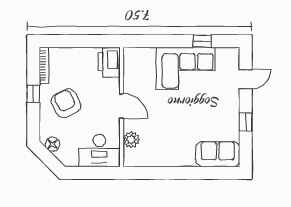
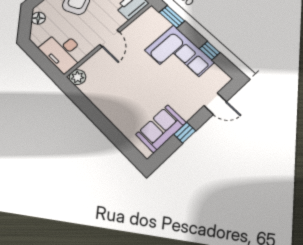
window: (148, 41) -> (172, 17), added
plant: (131, 140) -> (77, 77), moved
sofa: (218, 154) -> (161, 129), moved, turned -90

